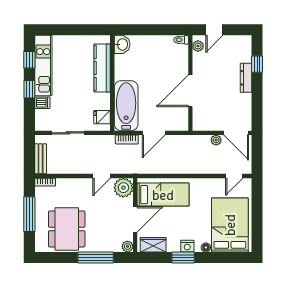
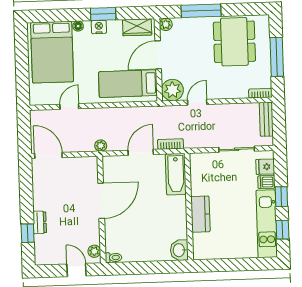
door: (214, 30) -> (77, 270), hinge flipped
kitchen counter: (102, 68) -> (200, 214), width x0.67
dresser: (246, 78) -> (40, 222), width x0.70
bathtub: (126, 106) -> (176, 174), width x0.73, depth x0.73
fridge: (102, 117) -> (265, 167), moved, turned 180
plant: (216, 140) -> (101, 146), moved
door: (234, 176) -> (69, 106), moved

